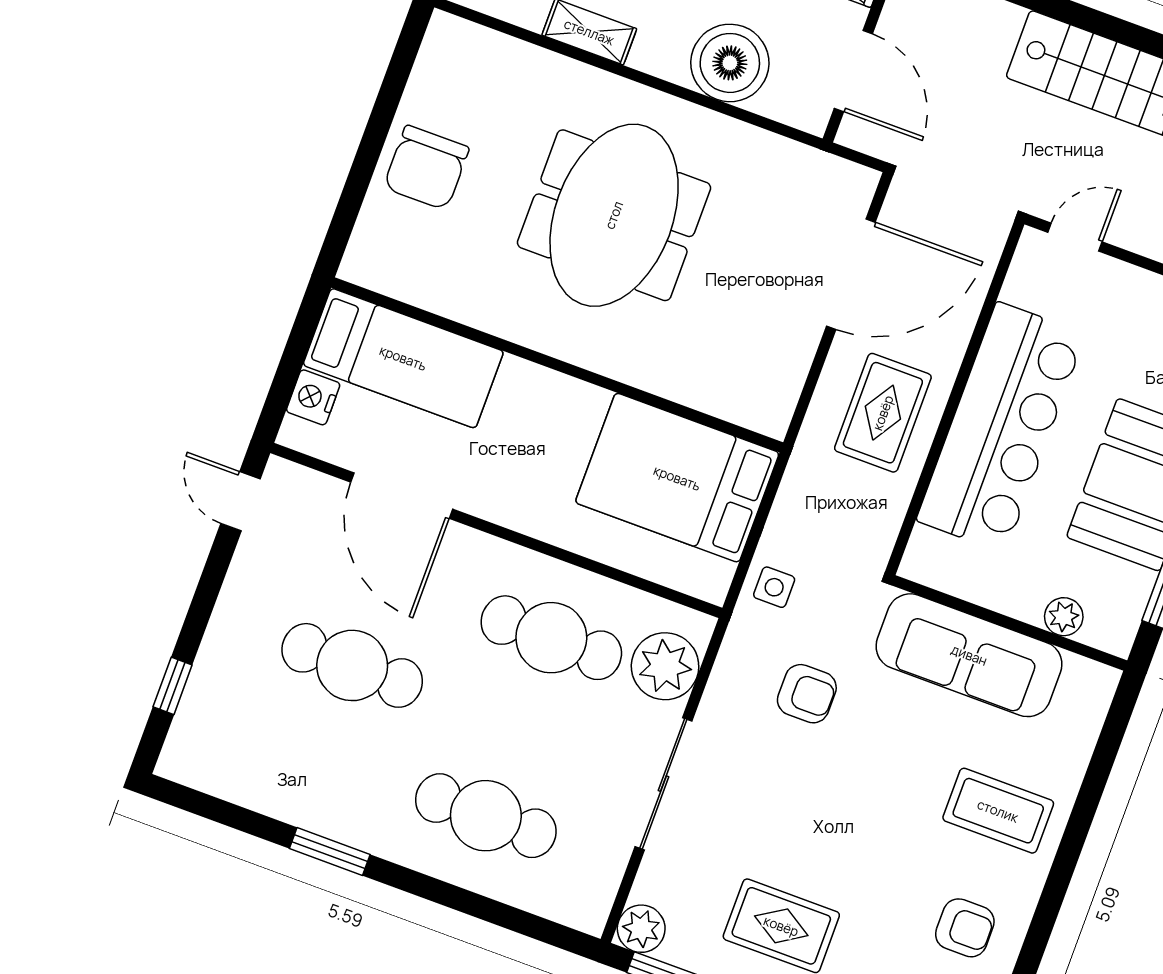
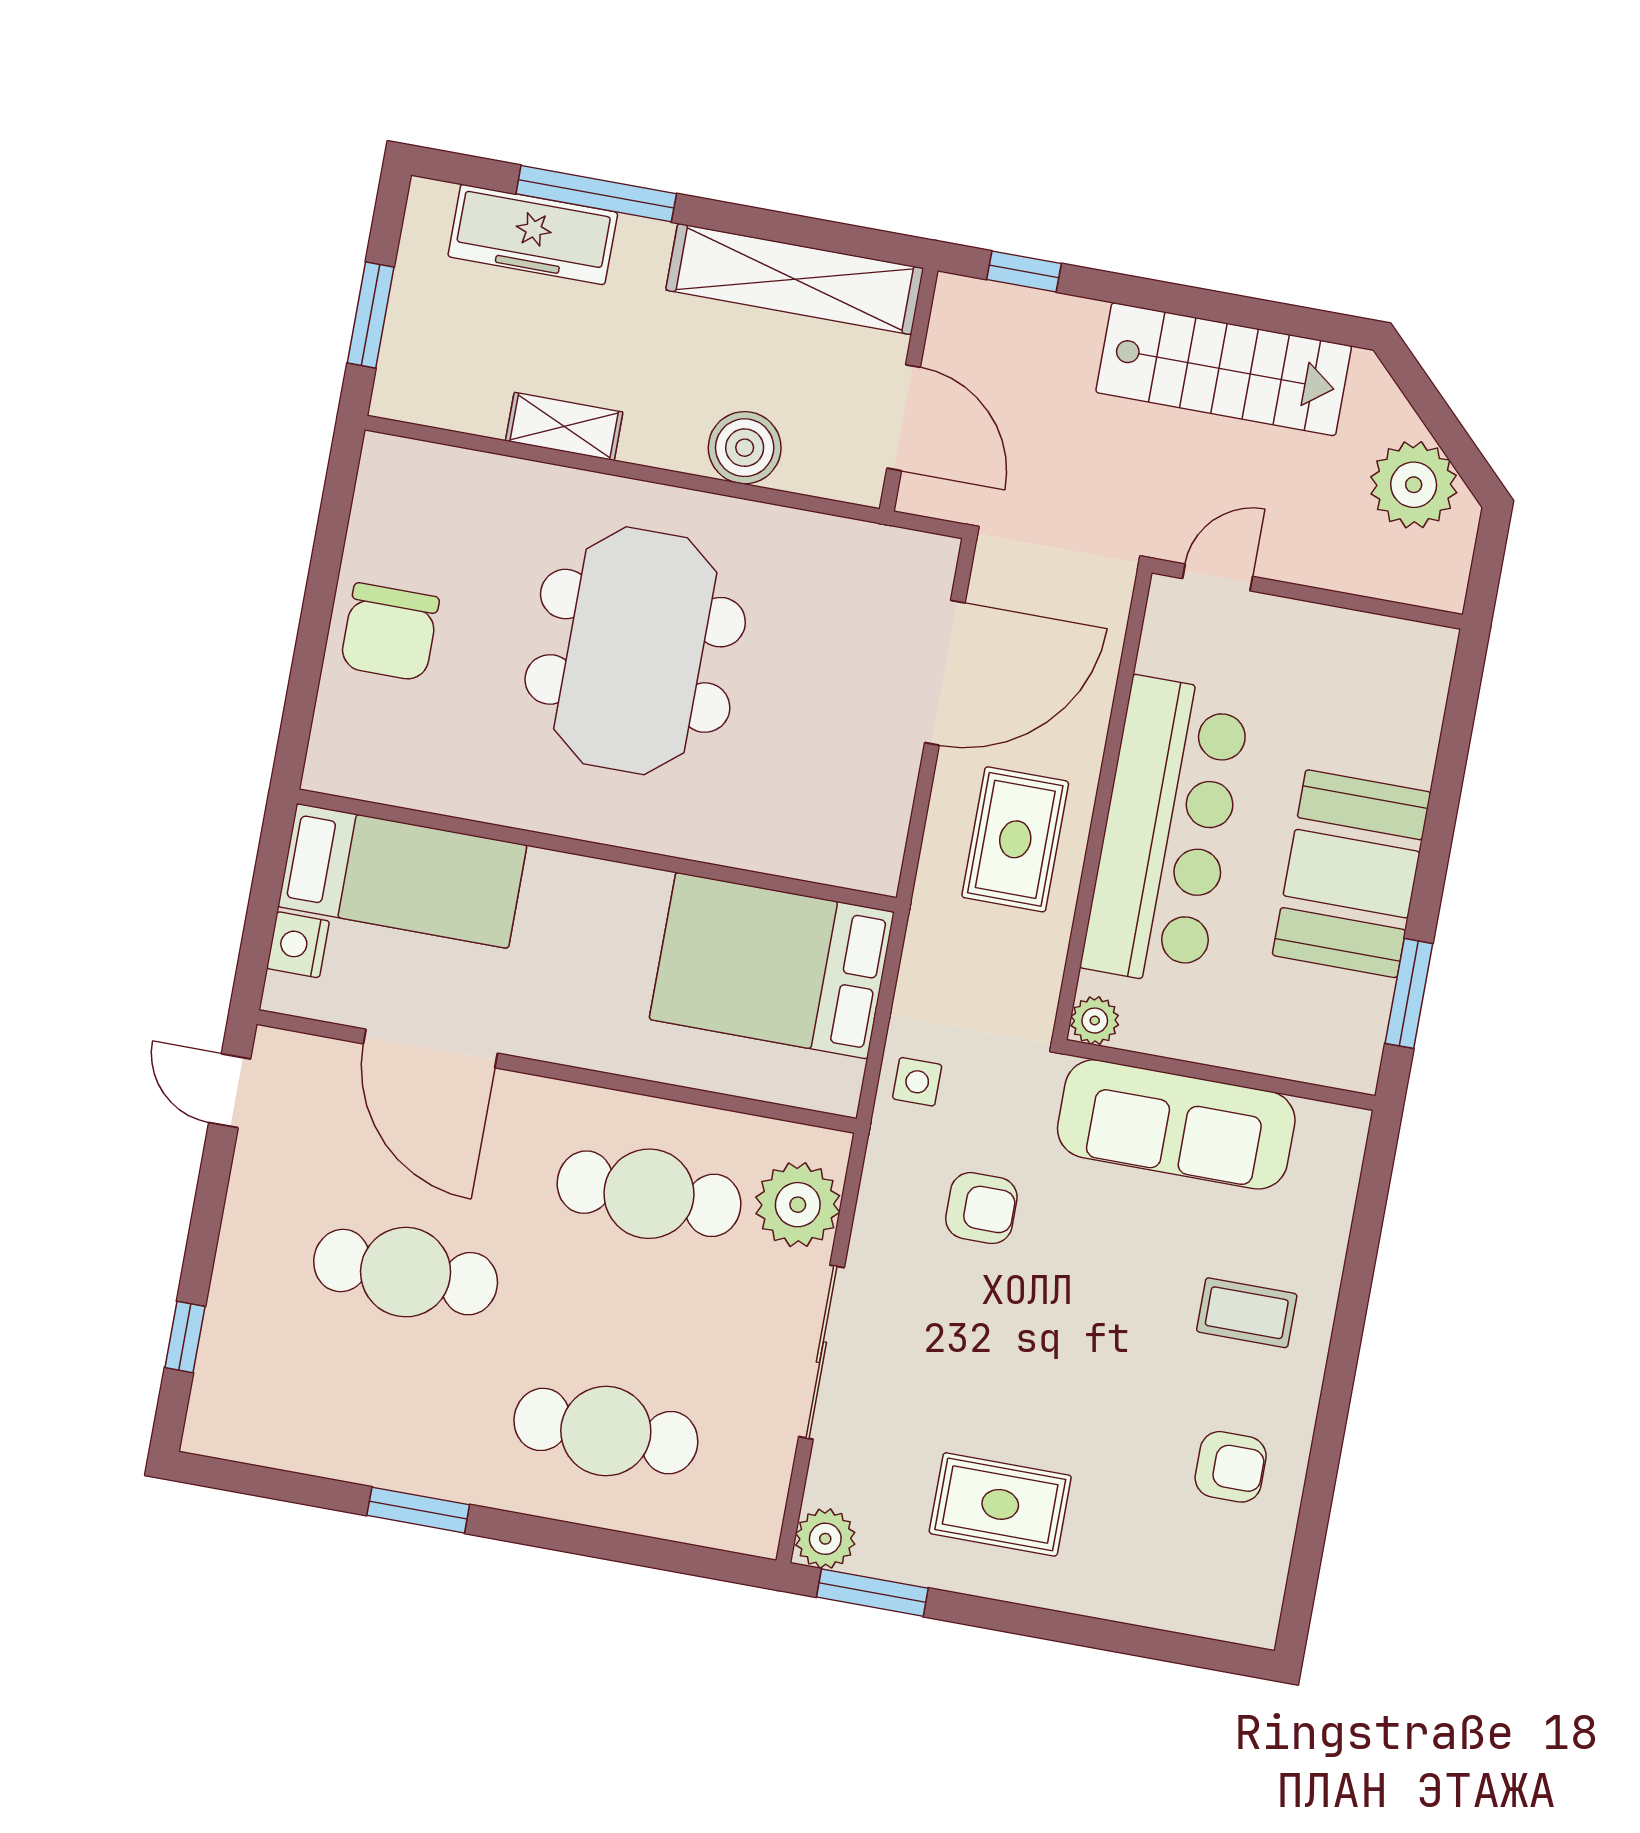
boiler: (730, 63) -> (745, 448), width x0.73, depth x0.73
plant: (1064, 617) -> (1095, 1021), moved
coffee table: (998, 811) -> (1247, 1313), width x0.73, depth x0.77

